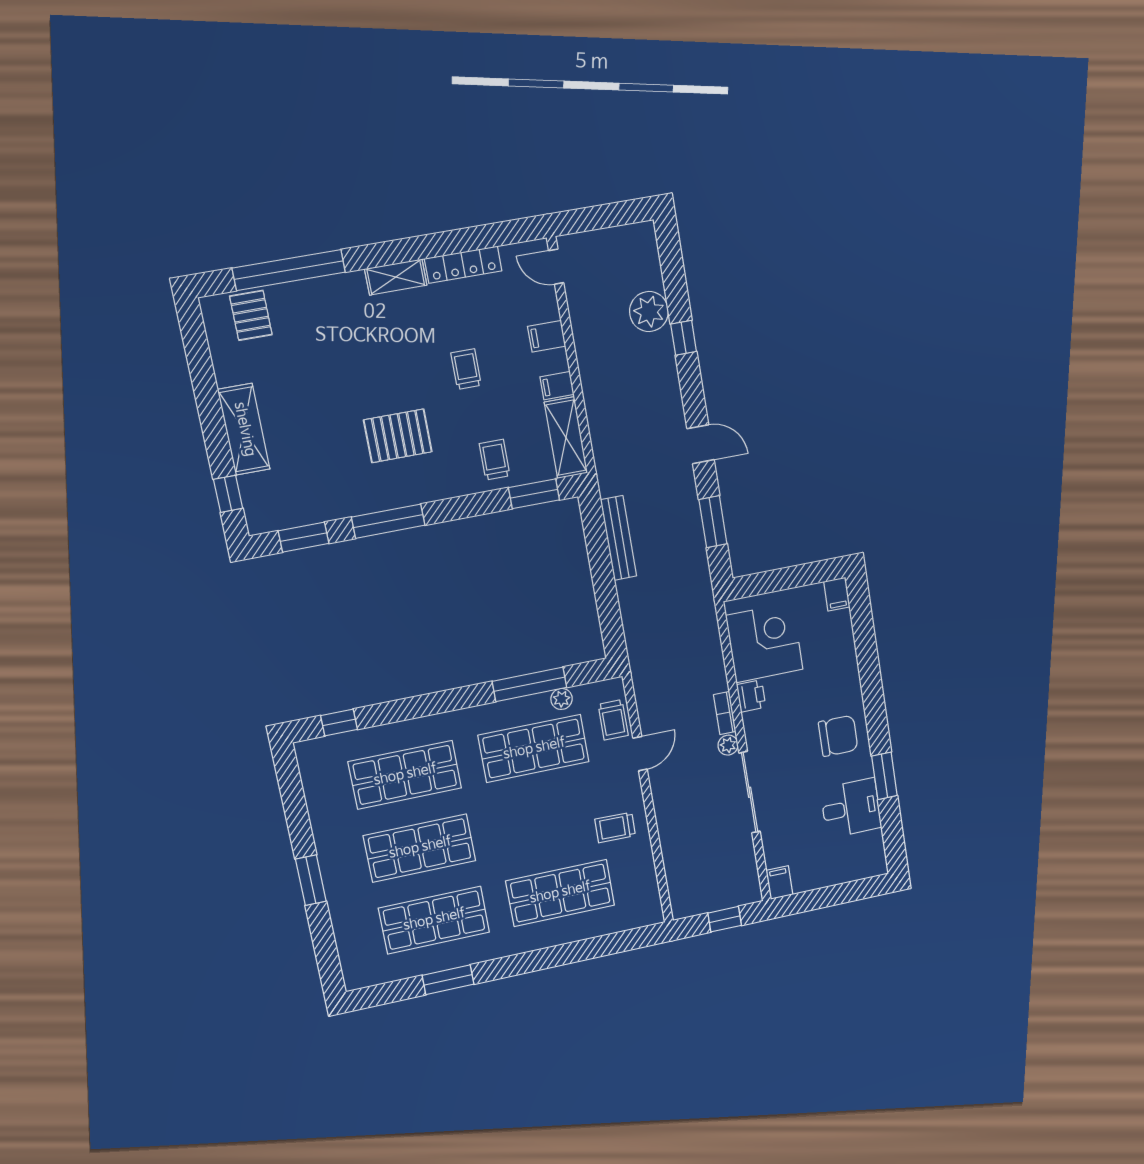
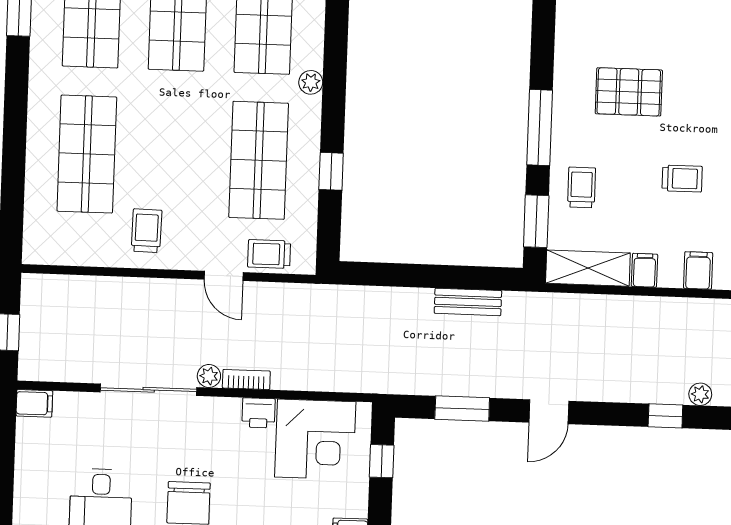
plant: (649, 312) -> (700, 394), width x0.53, depth x0.53
pallet: (398, 436) -> (629, 92), turned 90
trolley: (495, 460) -> (582, 187), turned -90
window: (388, 521) -> (540, 128), moved
bench: (619, 538) -> (468, 302), width x0.73
window: (772, 581) -> (382, 461), added
window: (529, 684) -> (331, 171), width x0.46
plant: (562, 699) -> (311, 82), moved

